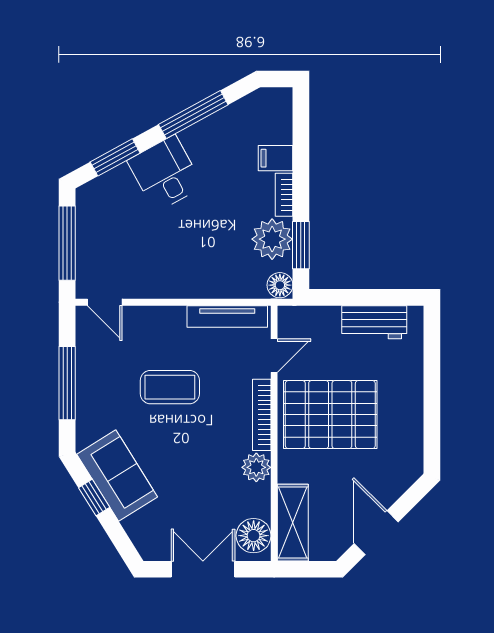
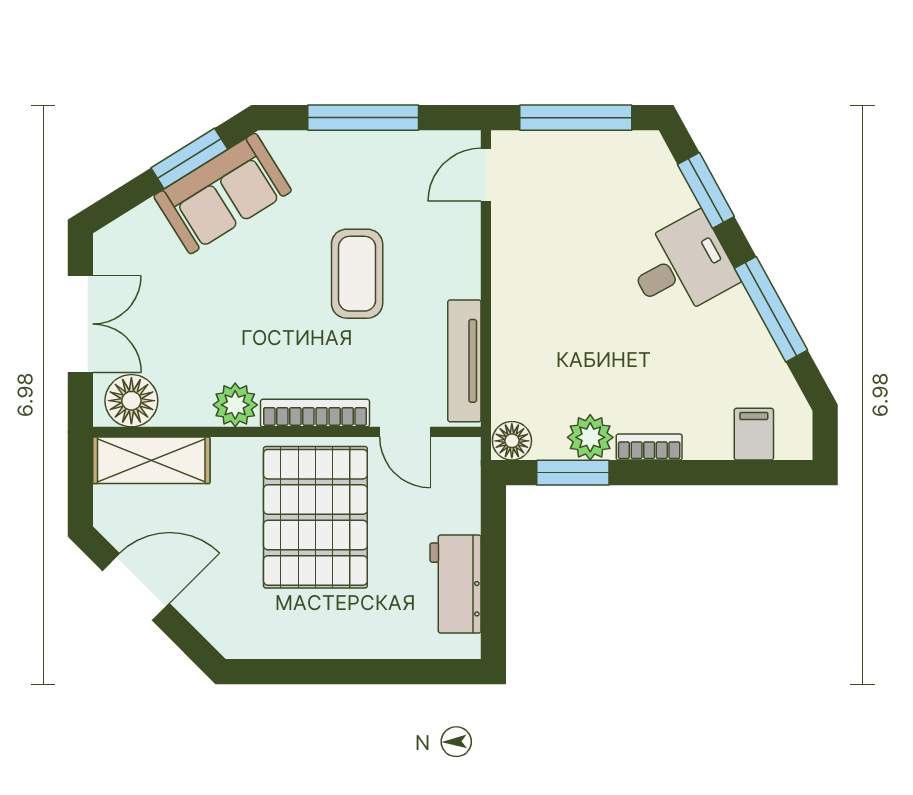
filing cabinet: (276, 158) -> (754, 434), moved
plant: (272, 239) -> (590, 437), width x0.73, depth x0.73
window: (94, 498) -> (189, 159), width x1.50

